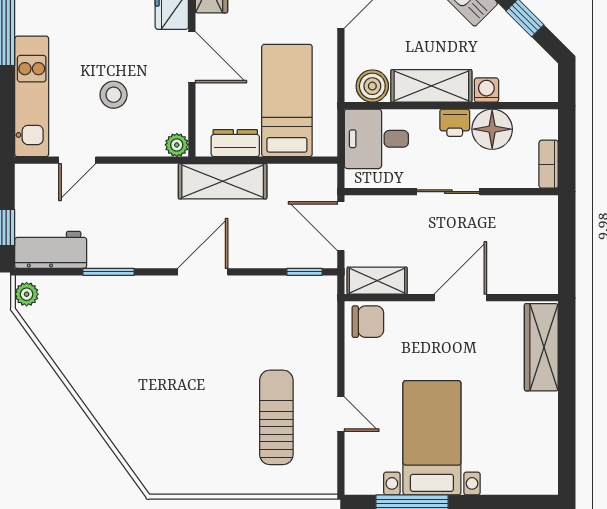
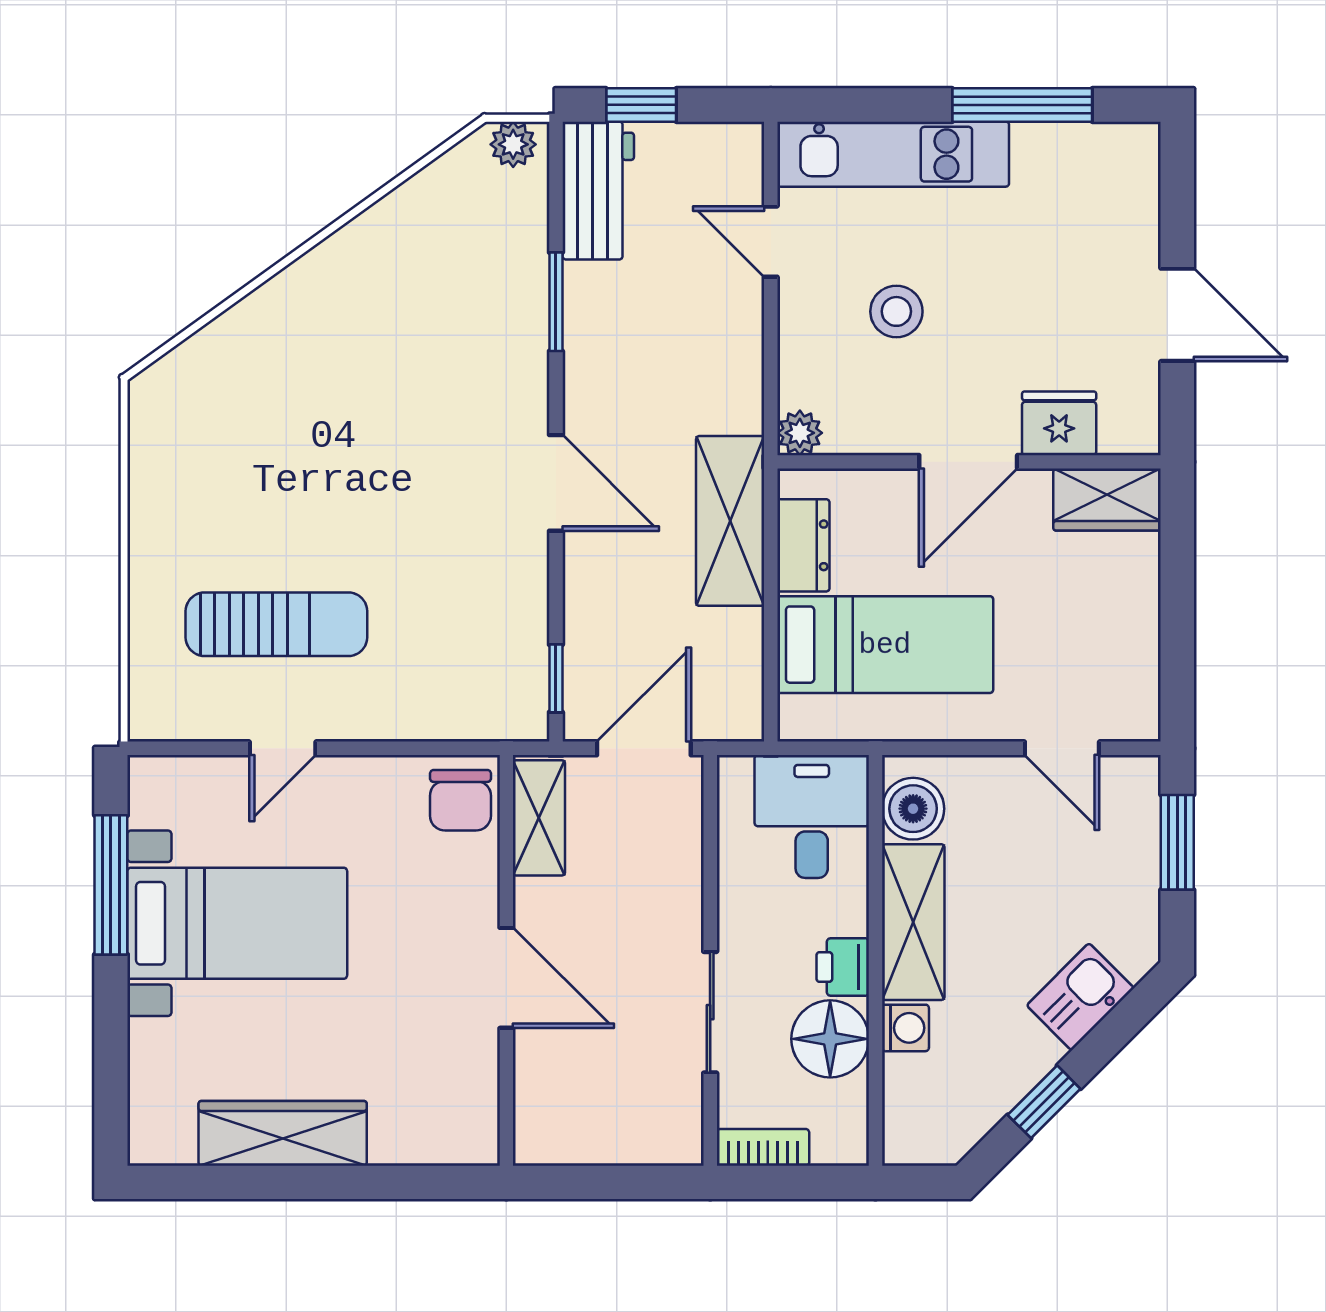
sliding door: (448, 192) -> (710, 1012), moved
wardrobe: (541, 347) -> (283, 1133), moved

